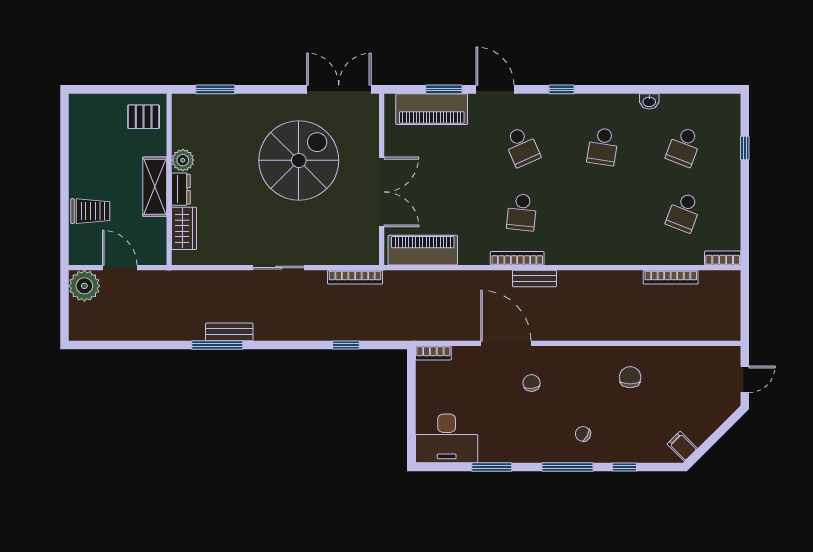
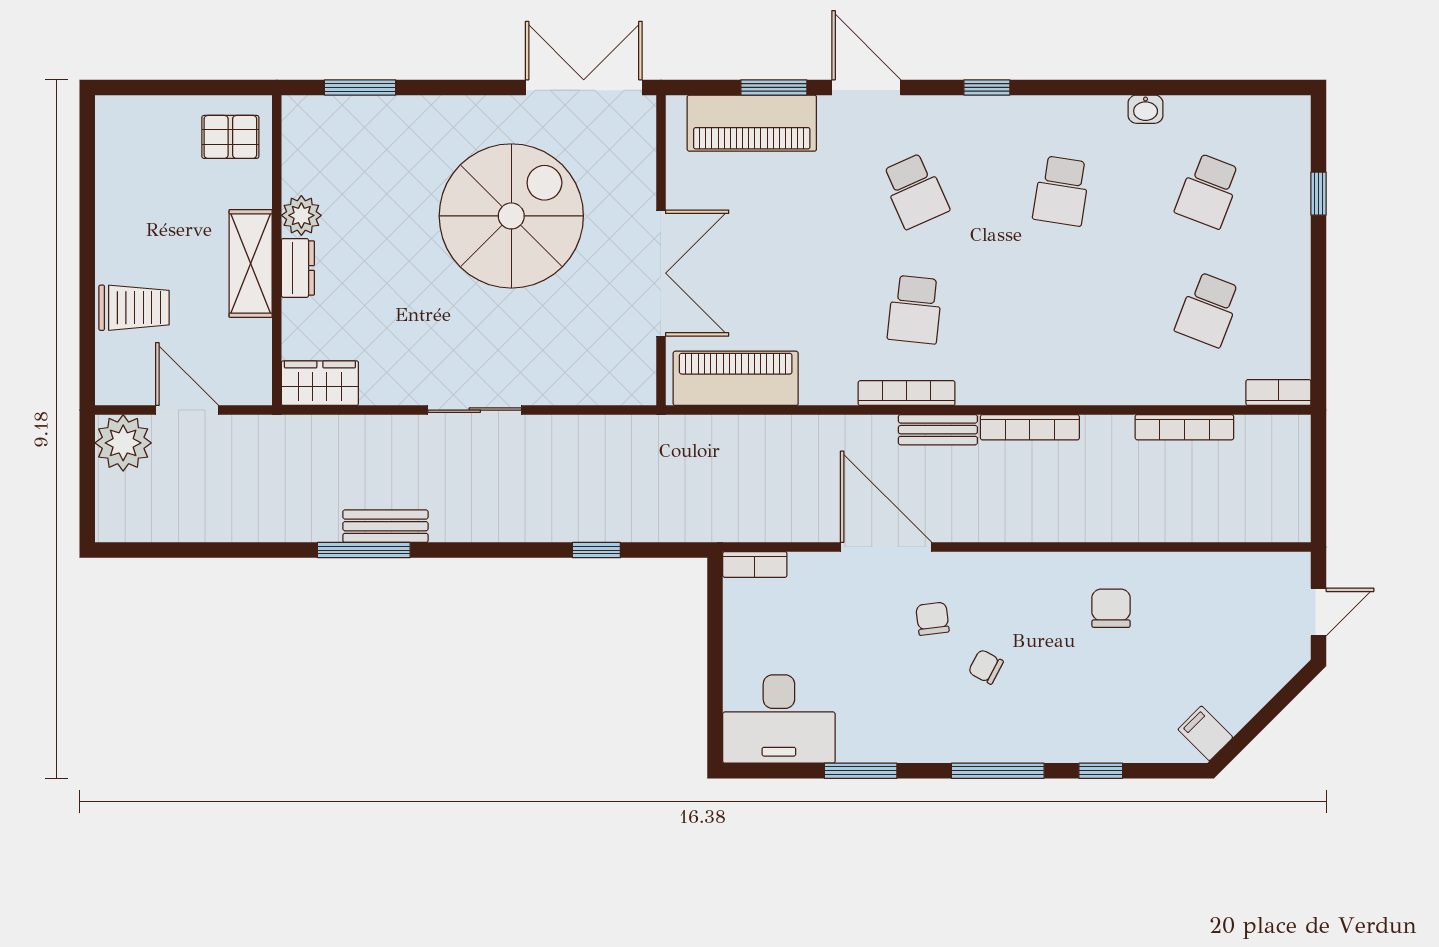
wardrobe: (184, 228) -> (320, 383), moved, turned -90
bookcase: (355, 277) -> (1030, 427), moved
chair: (583, 434) -> (986, 667), moved

